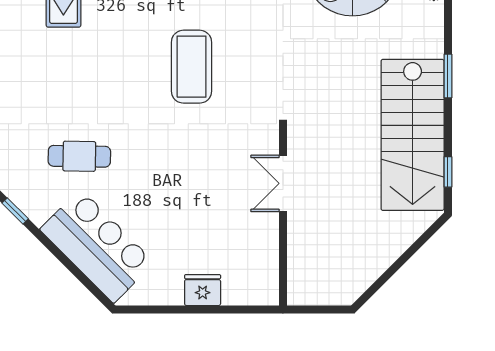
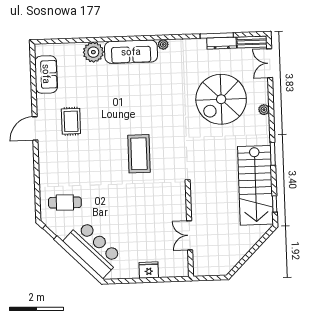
cafe table: (79, 156) -> (65, 202), moved
double door: (283, 183) -> (190, 235), moved

